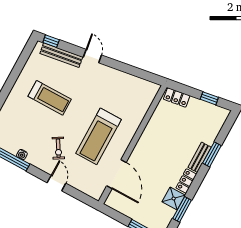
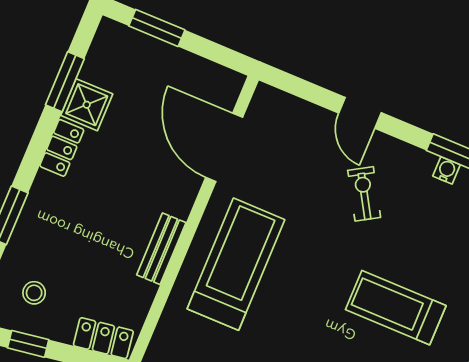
stool: (204, 120) -> (34, 293), added
treadmill: (99, 136) -> (236, 264), moved
bench: (200, 157) -> (161, 249), moved

